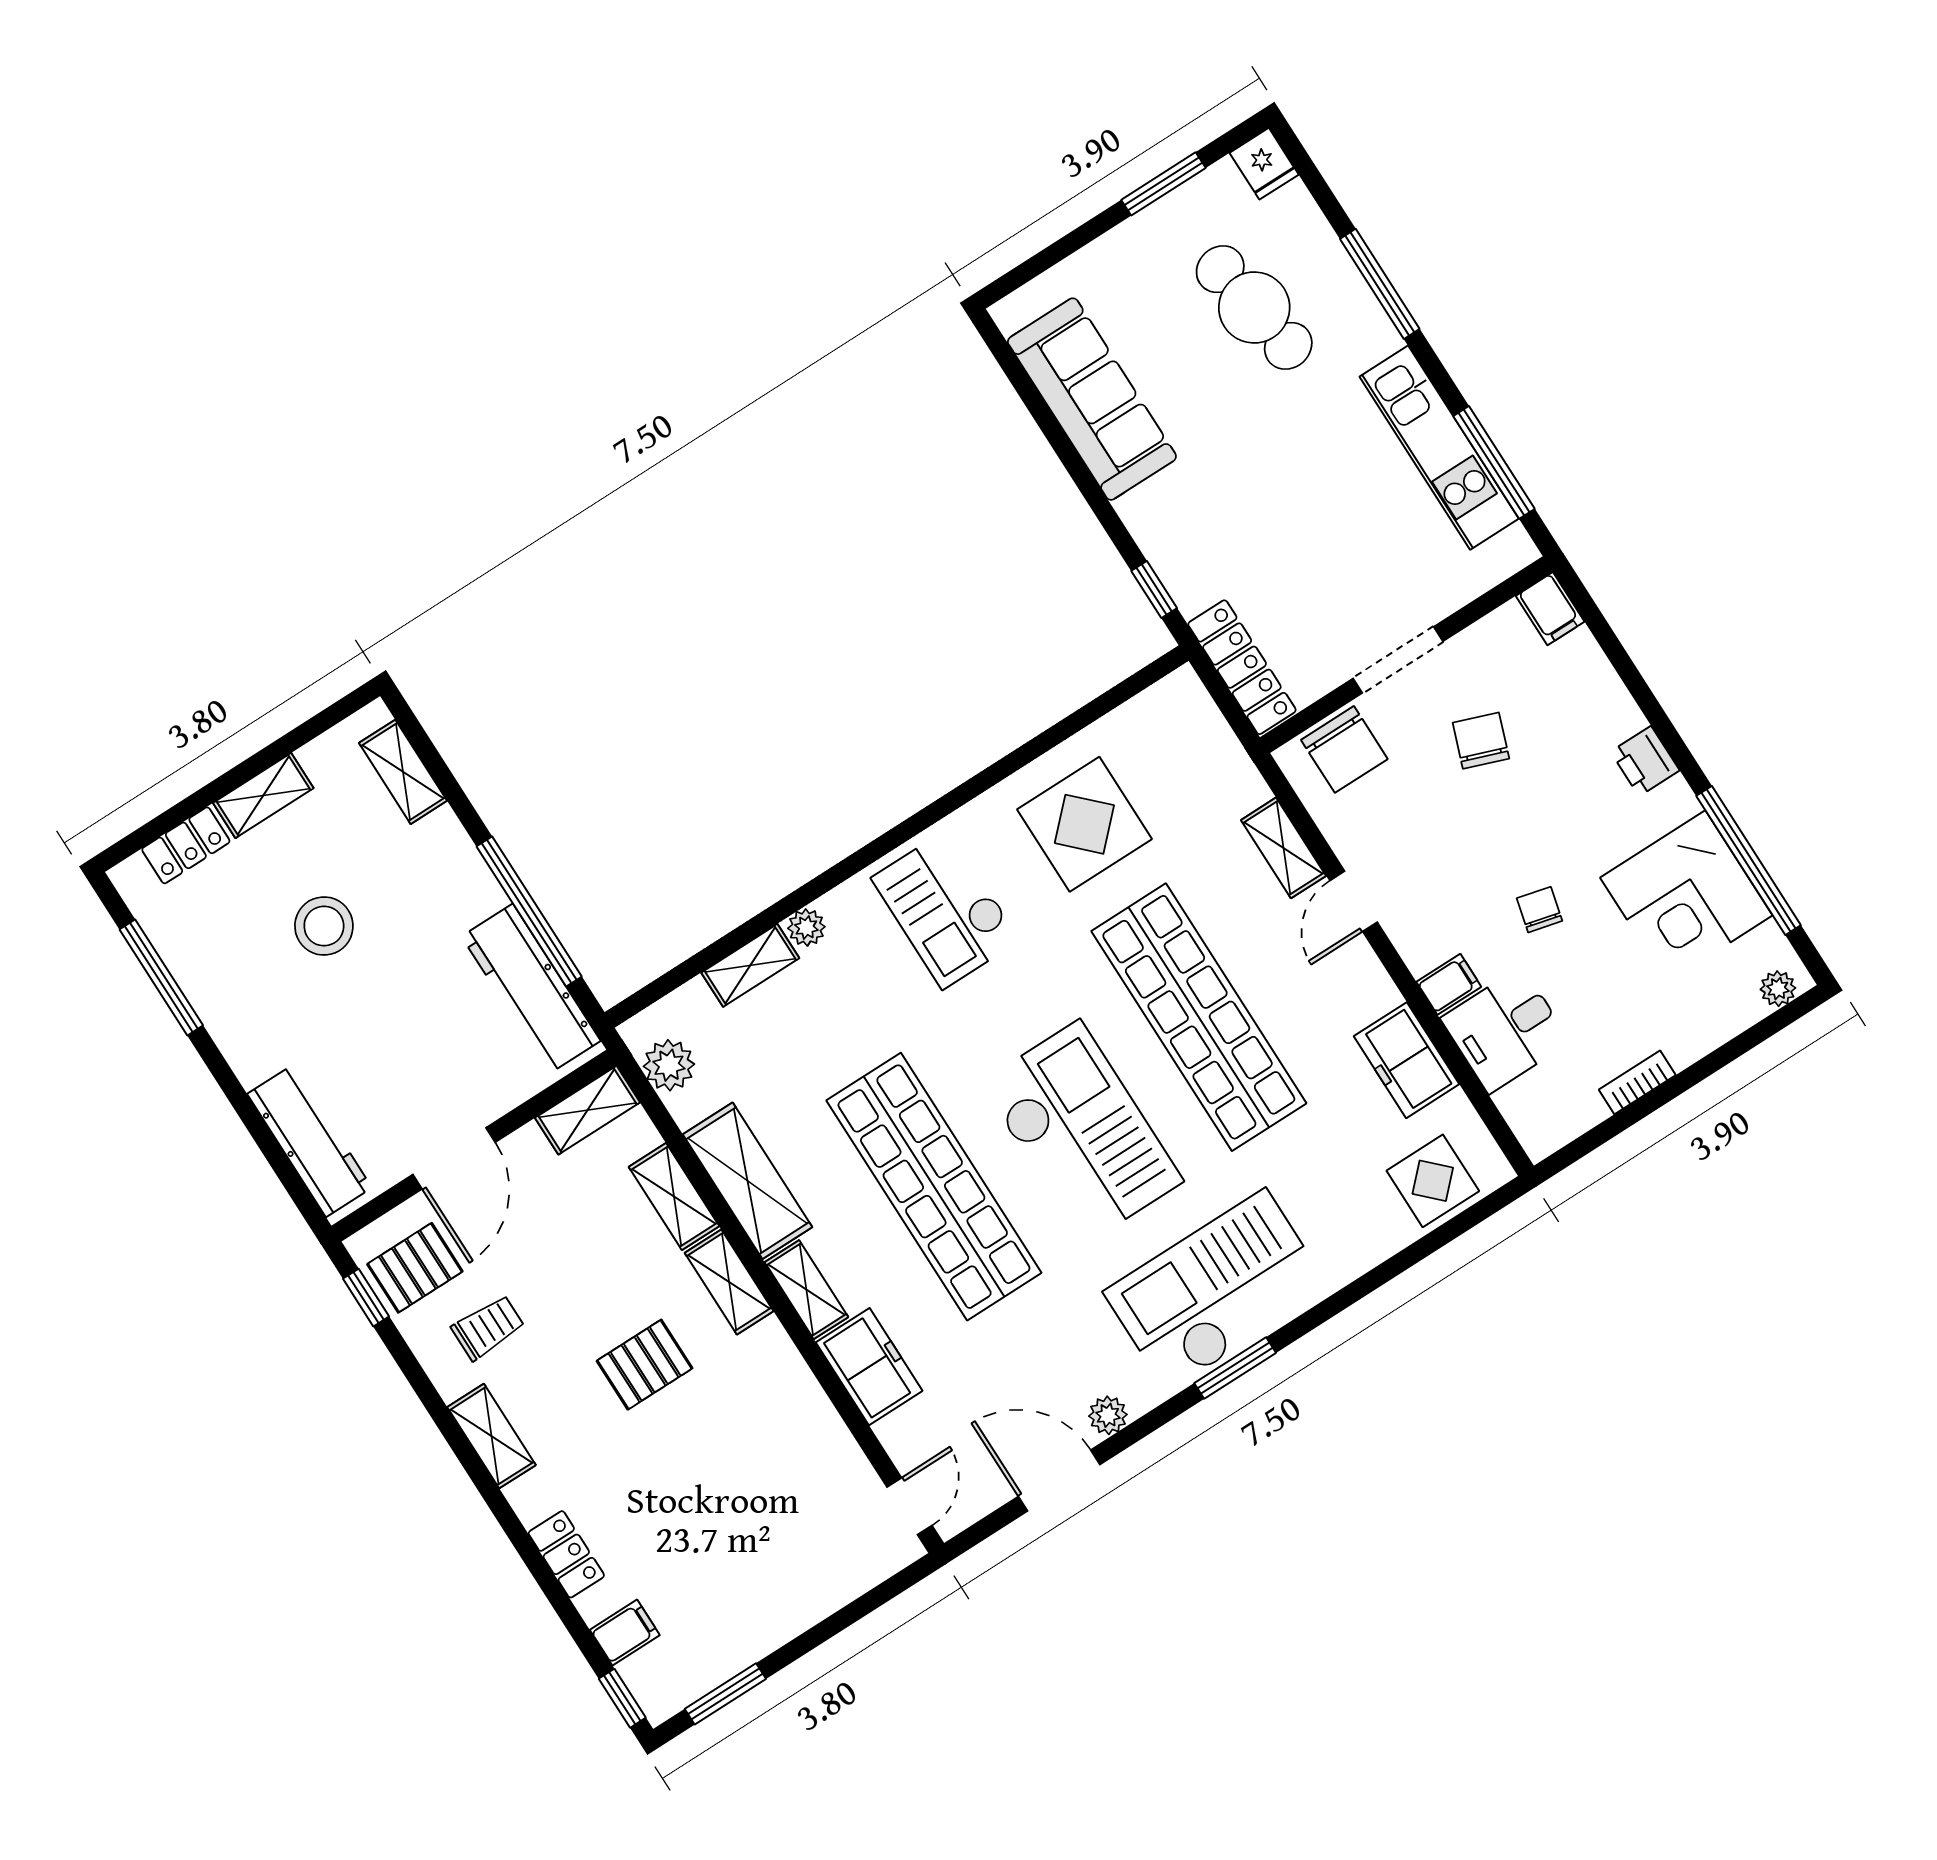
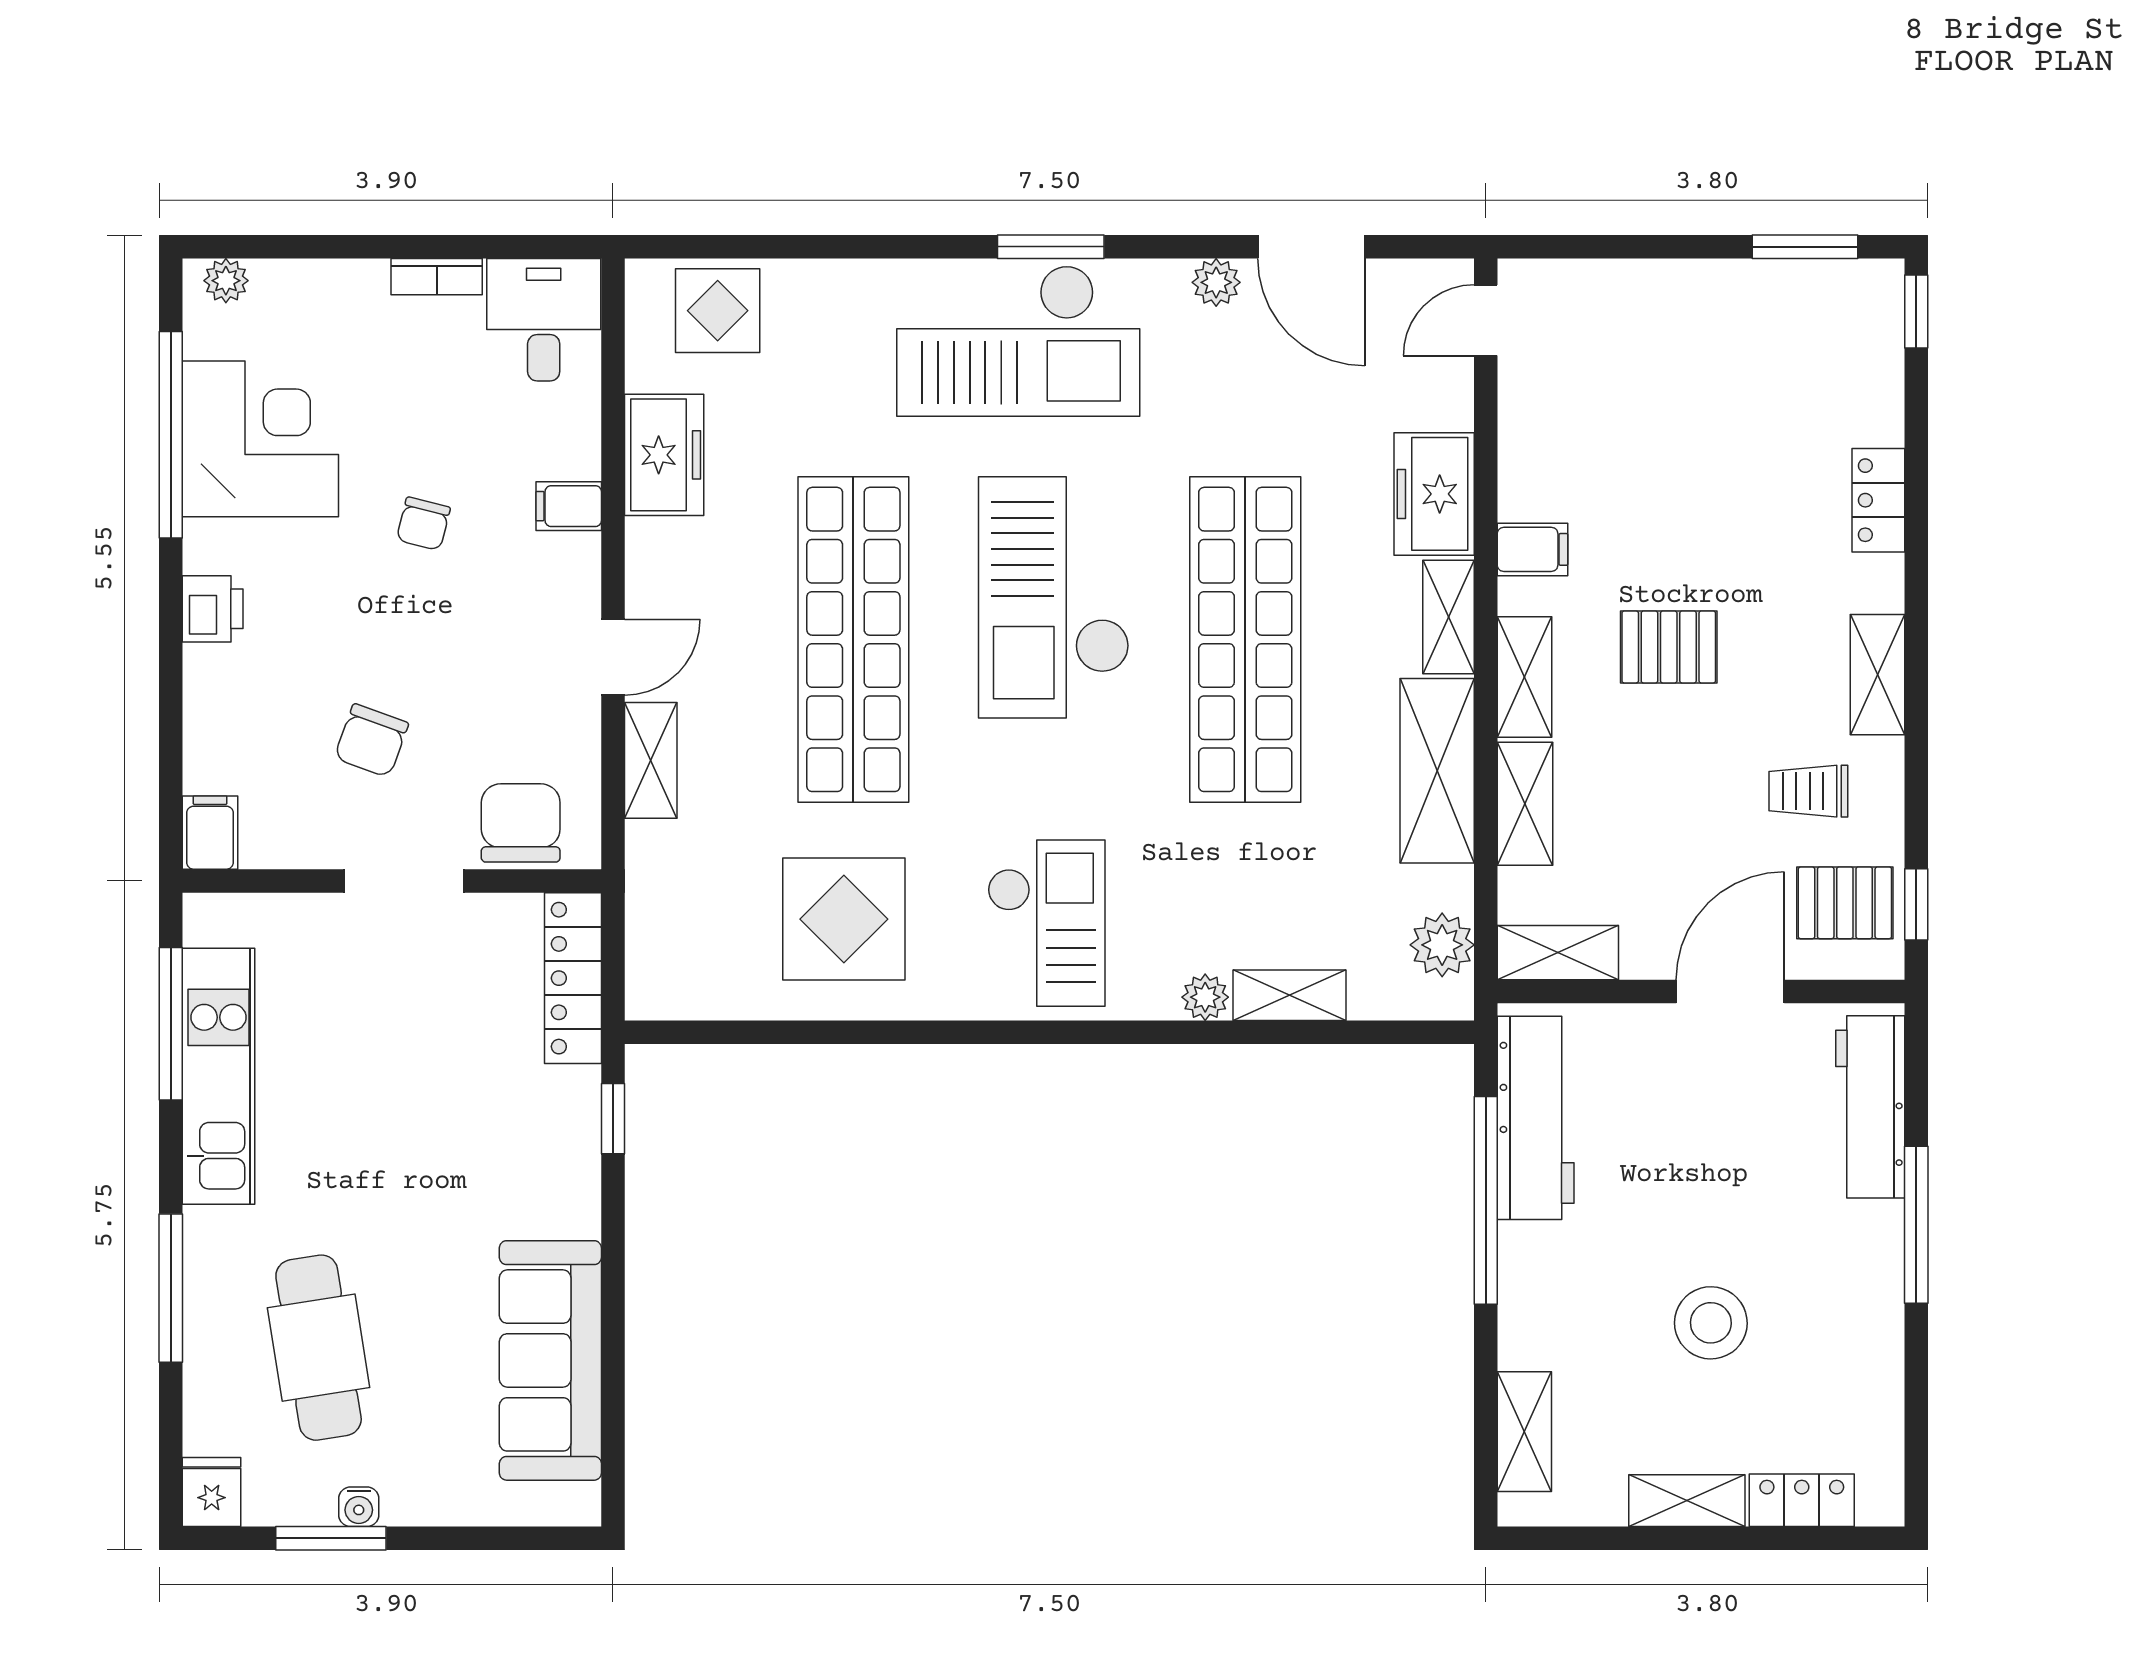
water cooler: (1158, 217) -> (359, 1507), added
window: (161, 977) -> (1916, 1225), moved
desk: (1505, 1030) -> (544, 320), moved, turned -90
filing cabinet: (625, 1633) -> (1532, 549), moved, turned 180

